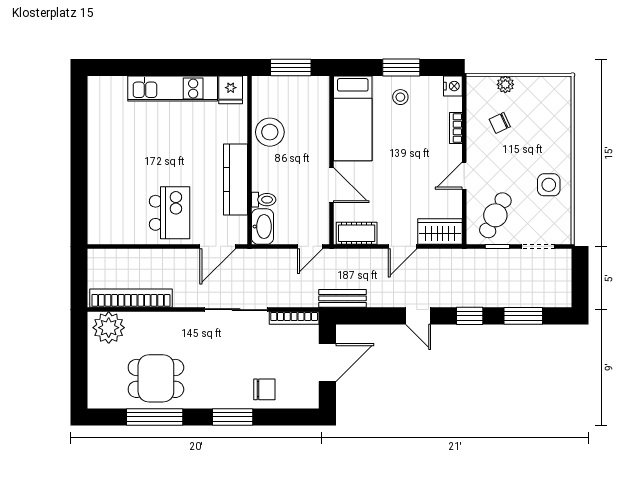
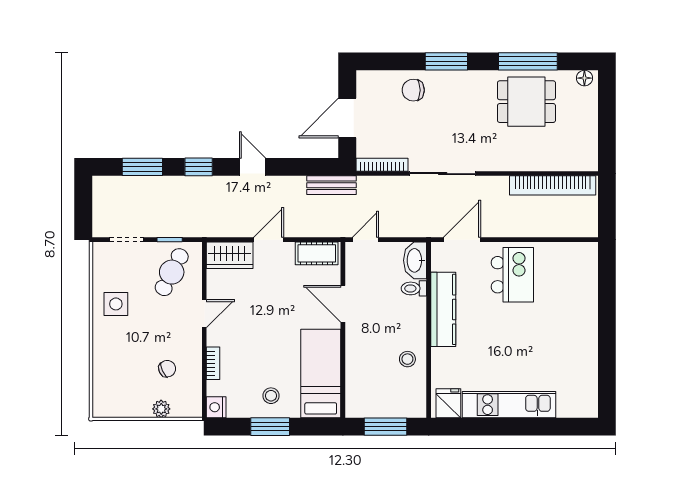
stool: (270, 132) -> (407, 359), width x0.53, depth x0.53
kitchen island: (170, 213) -> (512, 275), turned 180
plant: (109, 328) -> (576, 155), removed
floor lamp: (100, 401) -> (584, 78), added

